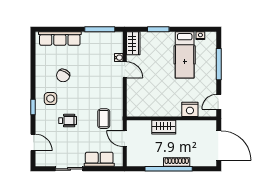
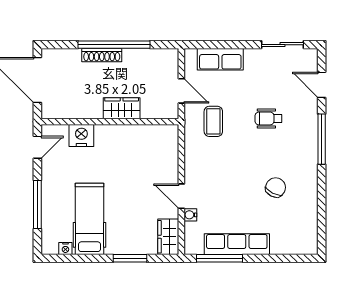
row of seats: (60, 38) -> (237, 244), moved
side table: (50, 99) -> (295, 152), removed
window: (33, 107) -> (322, 139), width x2.17
sliding door: (69, 169) -> (283, 45), moved

